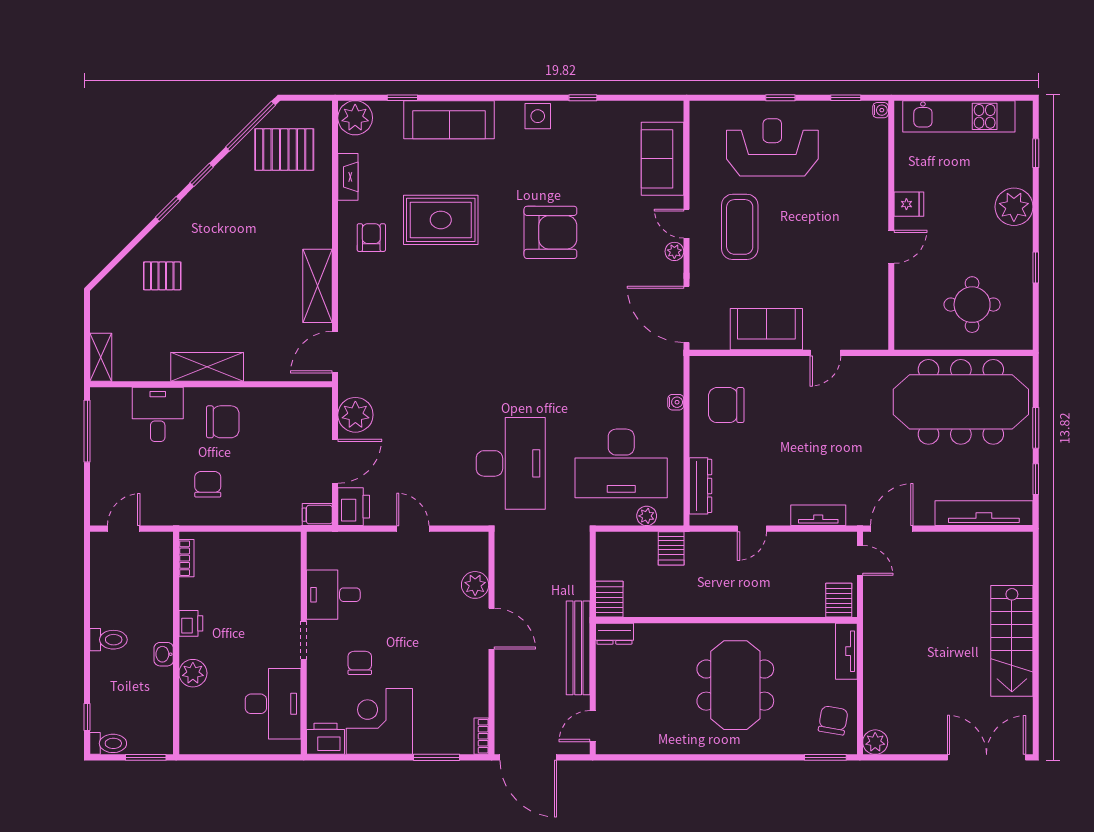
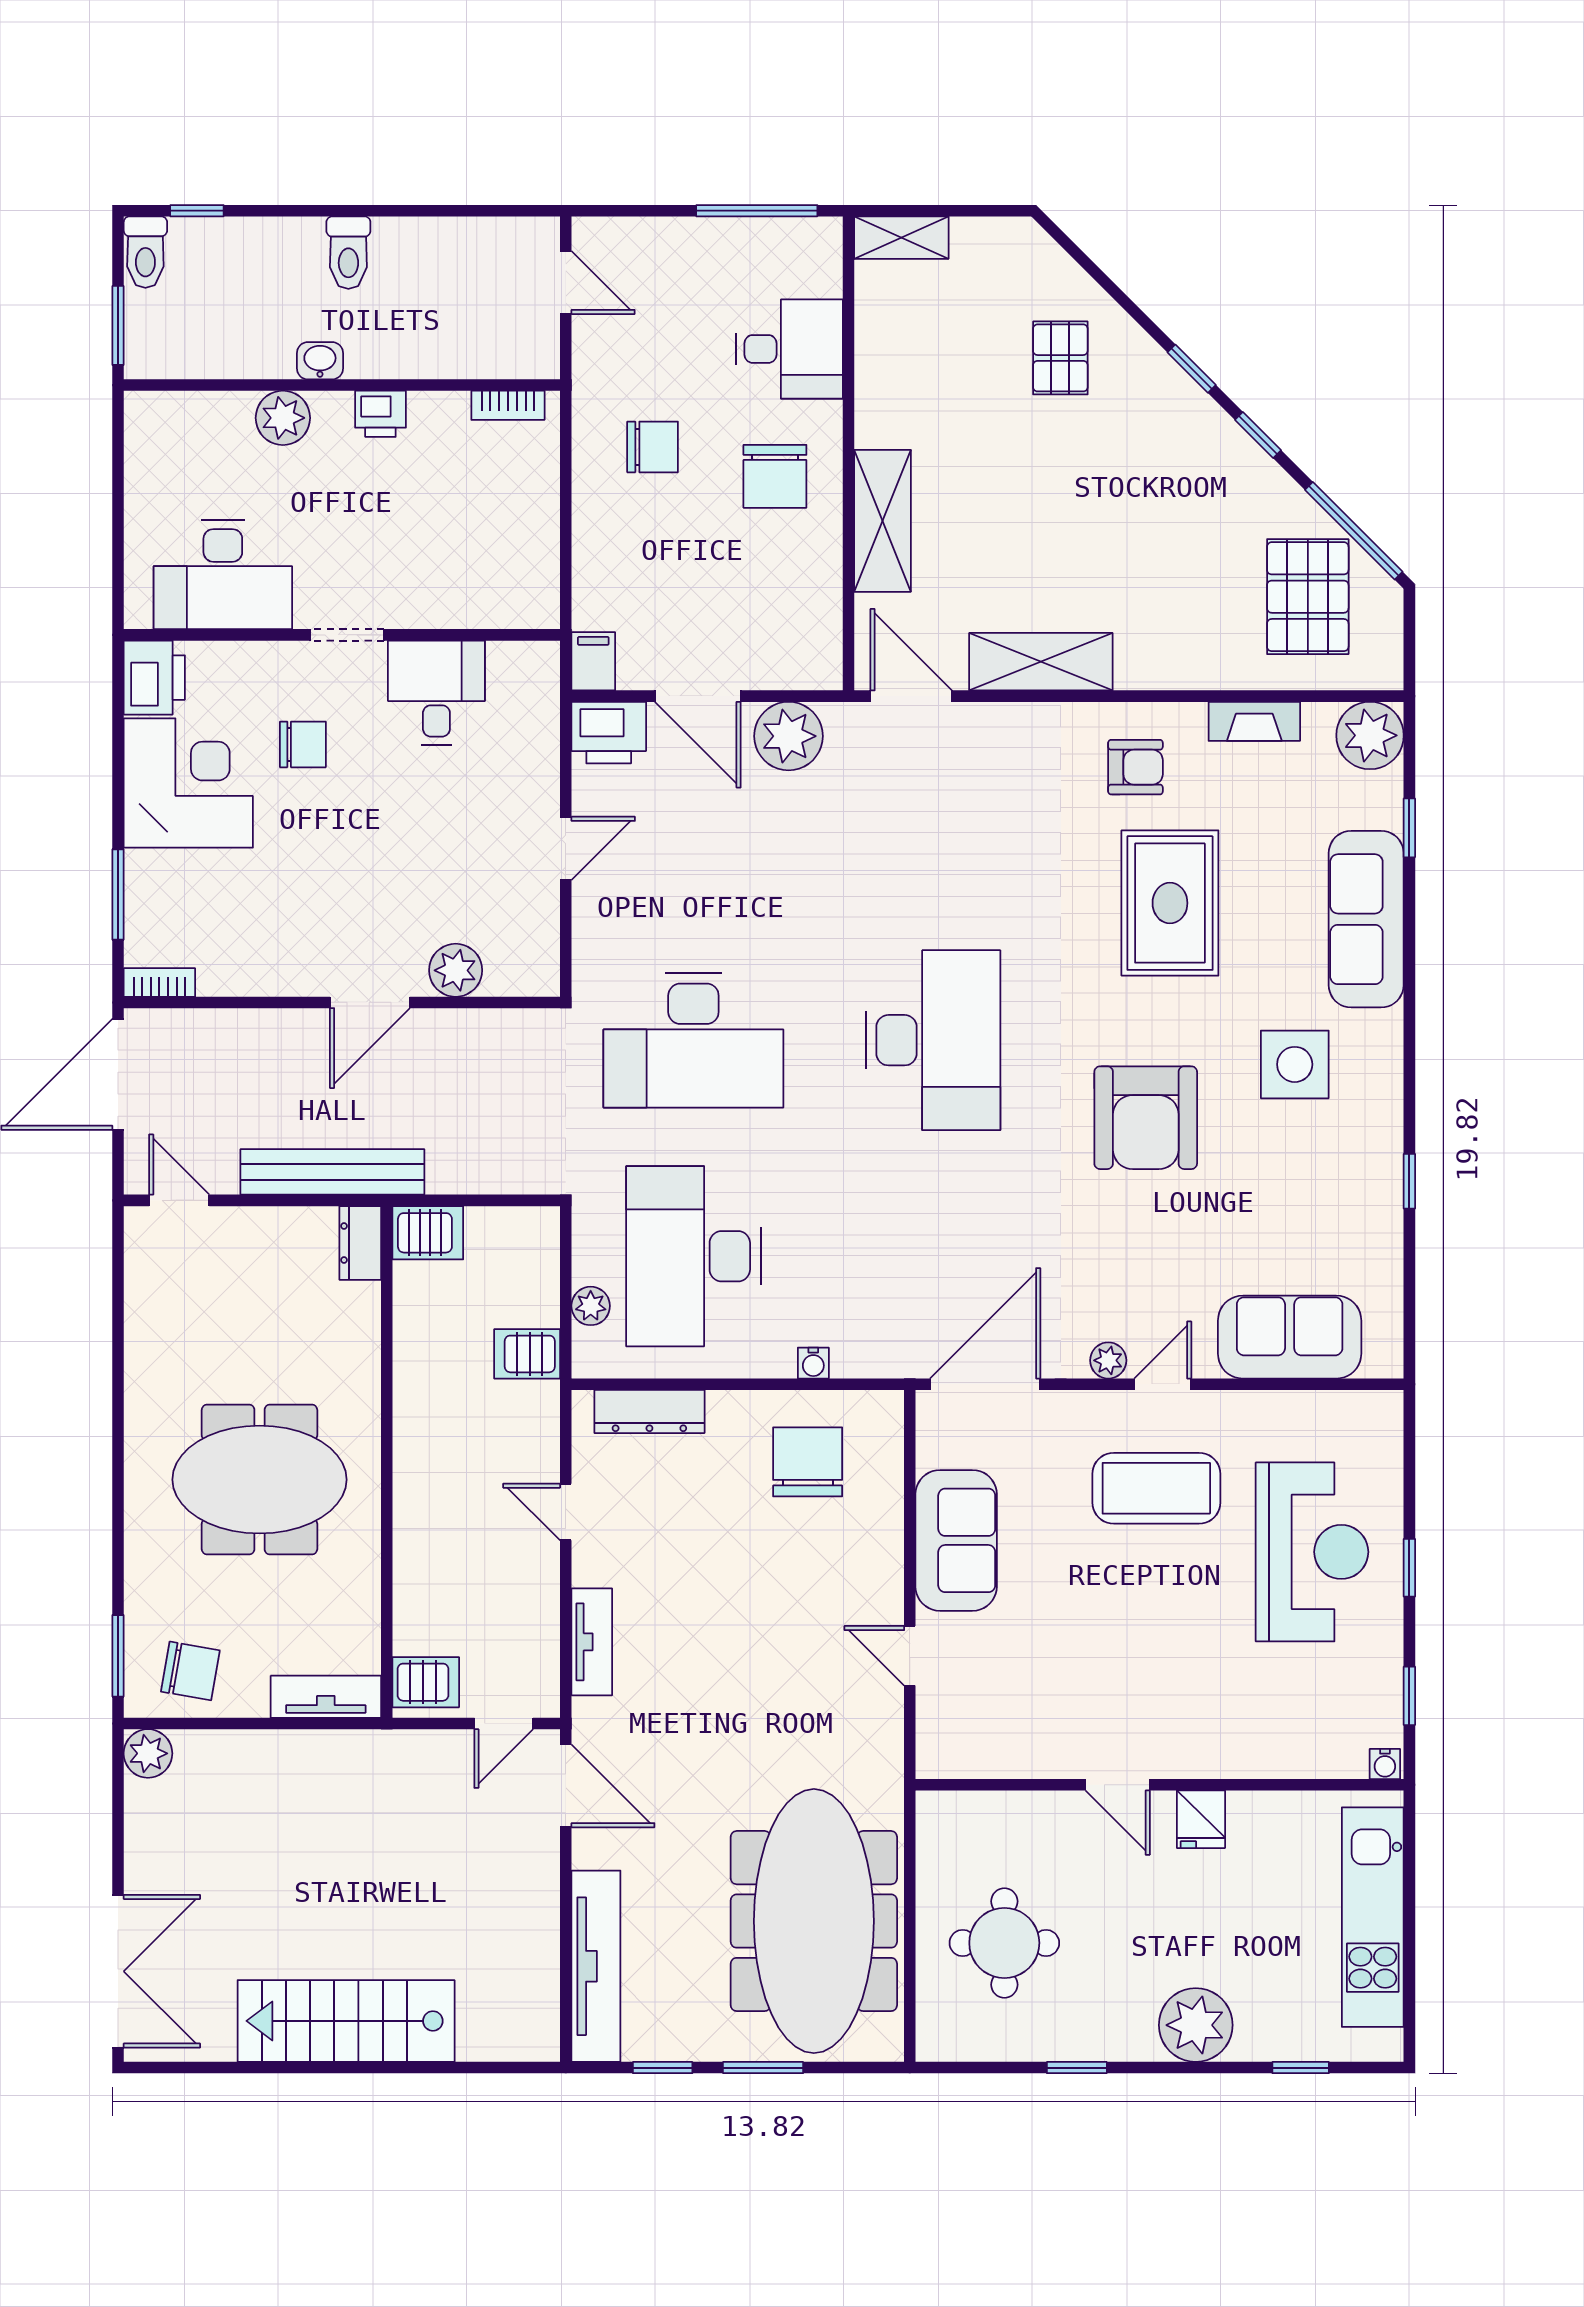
side table: (538, 116) -> (1295, 1064), moved, width x1.37, depth x1.37
desk: (511, 341) -> (933, 1040), added
shelving: (207, 367) -> (883, 521), moved

